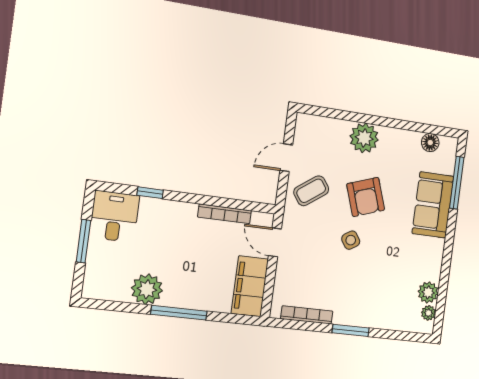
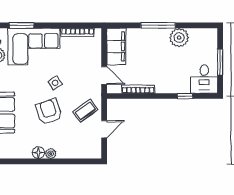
plant: (364, 138) -> (51, 154), width x0.53, depth x0.53
floor lamp: (430, 143) -> (38, 153), moved
corner sofa: (375, 300) -> (34, 47), added
window: (351, 330) -> (22, 25), moved

